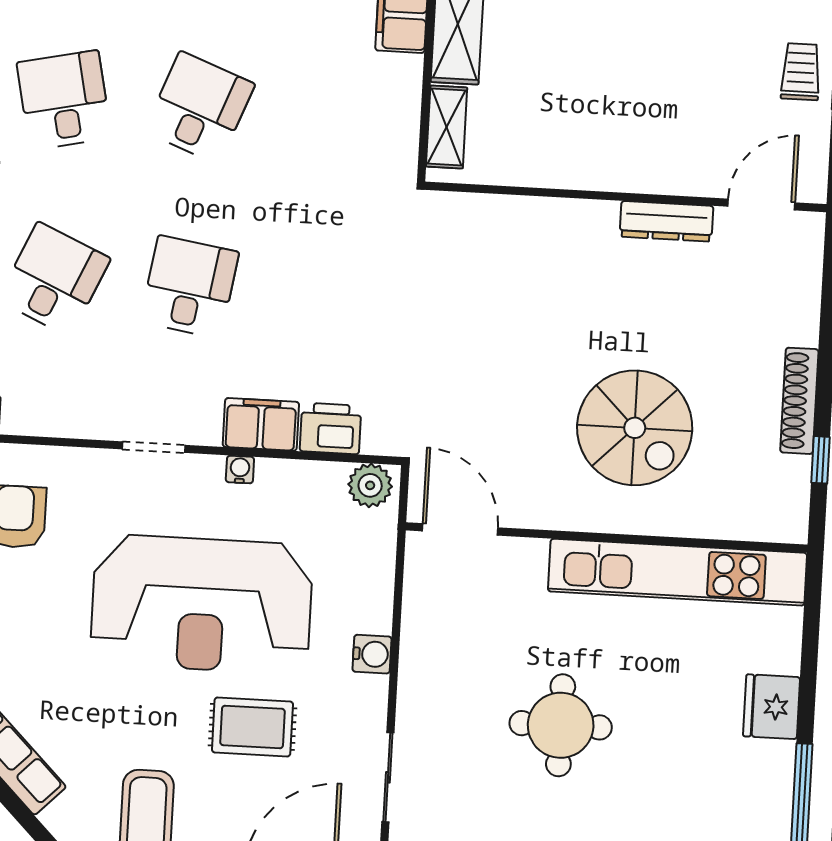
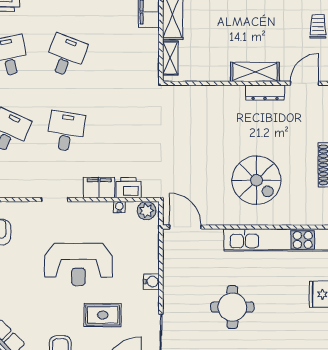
shelving: (645, 171) -> (255, 72), added
water cooler: (240, 469) -> (119, 207), moved
reception desk: (202, 604) -> (78, 265), width x0.74, depth x0.77

